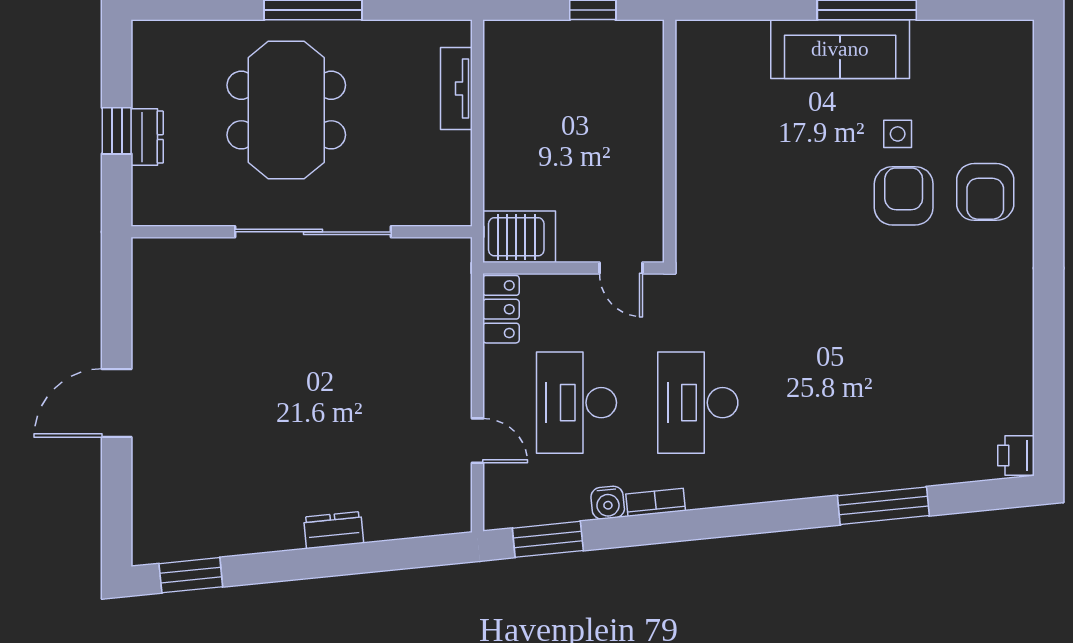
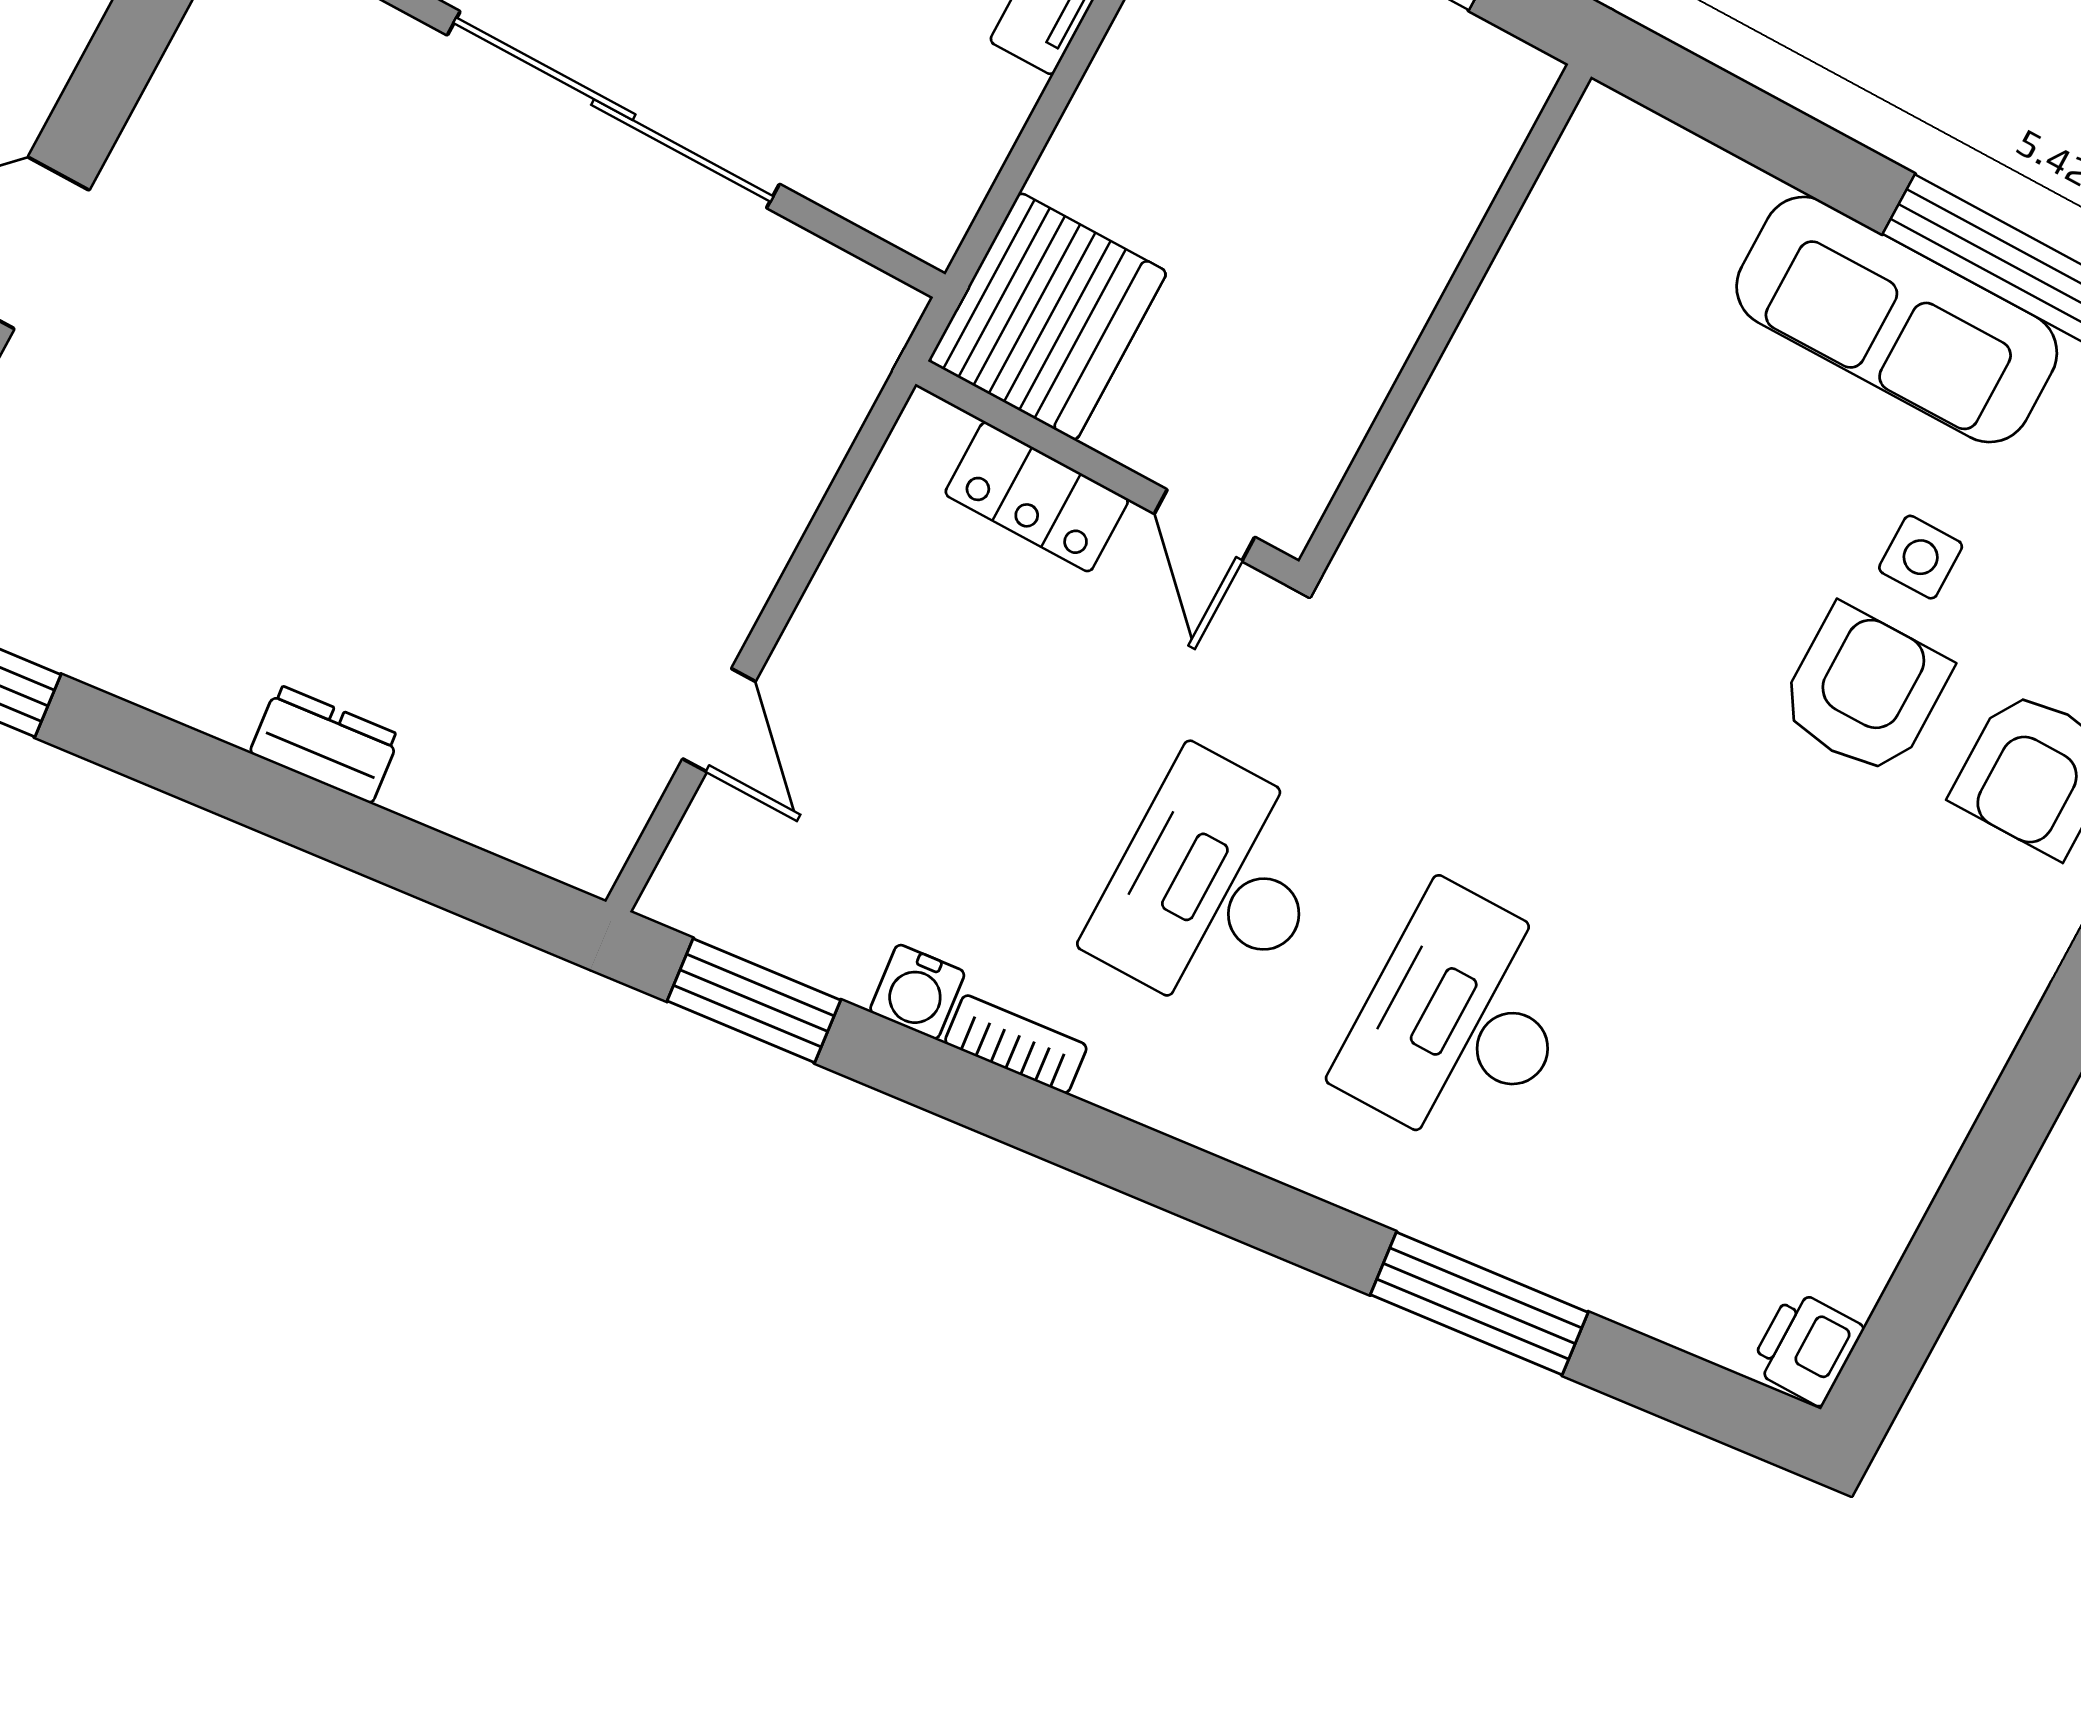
server rack: (519, 237) -> (1048, 316), width x1.60
locker: (501, 309) -> (1037, 497), moved, turned 90
desk: (576, 403) -> (1462, 1021), moved

